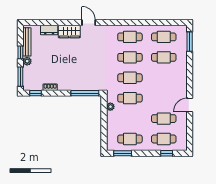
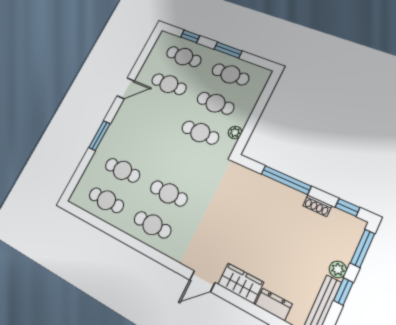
door: (89, 23) -> (202, 281), hinge flipped
window: (190, 42) -> (99, 136), moved
cafe table: (130, 78) -> (215, 103), moved
window: (85, 93) -> (286, 180), moved
window: (123, 153) -> (228, 50), moved

